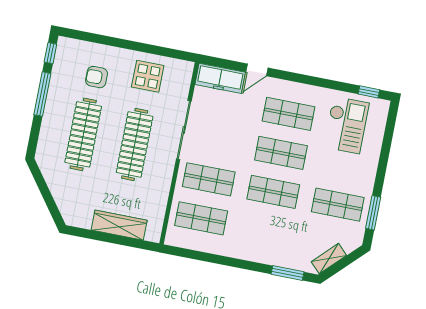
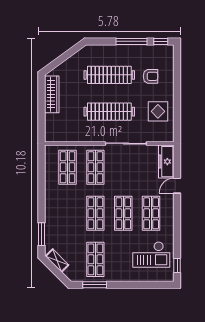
door: (257, 70) -> (177, 186), hinge flipped
armchair: (97, 77) -> (151, 76), turned 90
wardrobe: (119, 225) -> (52, 94), moved

